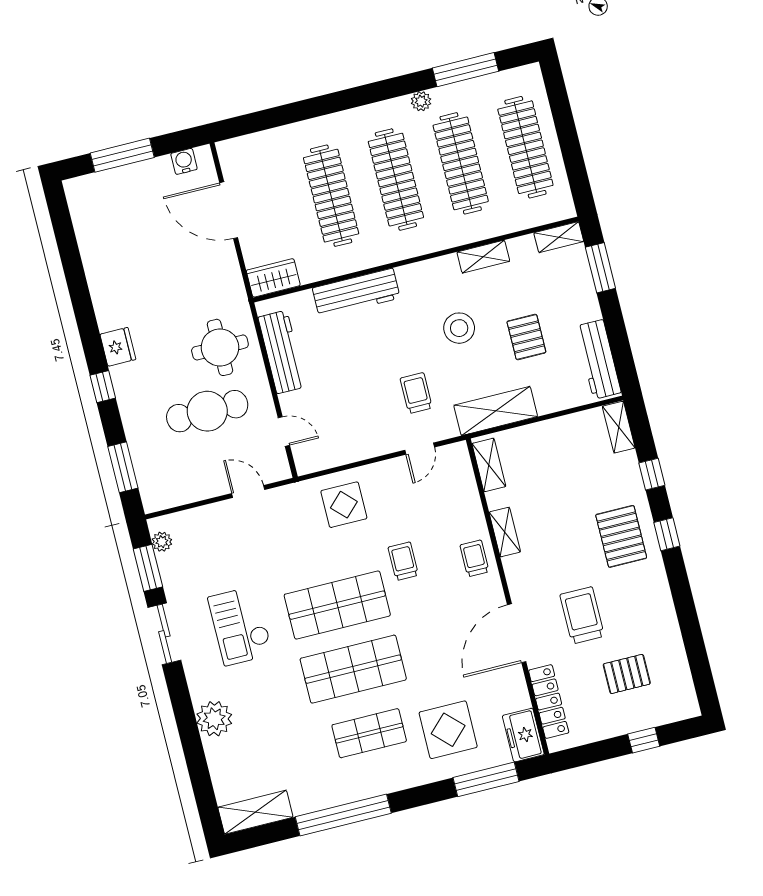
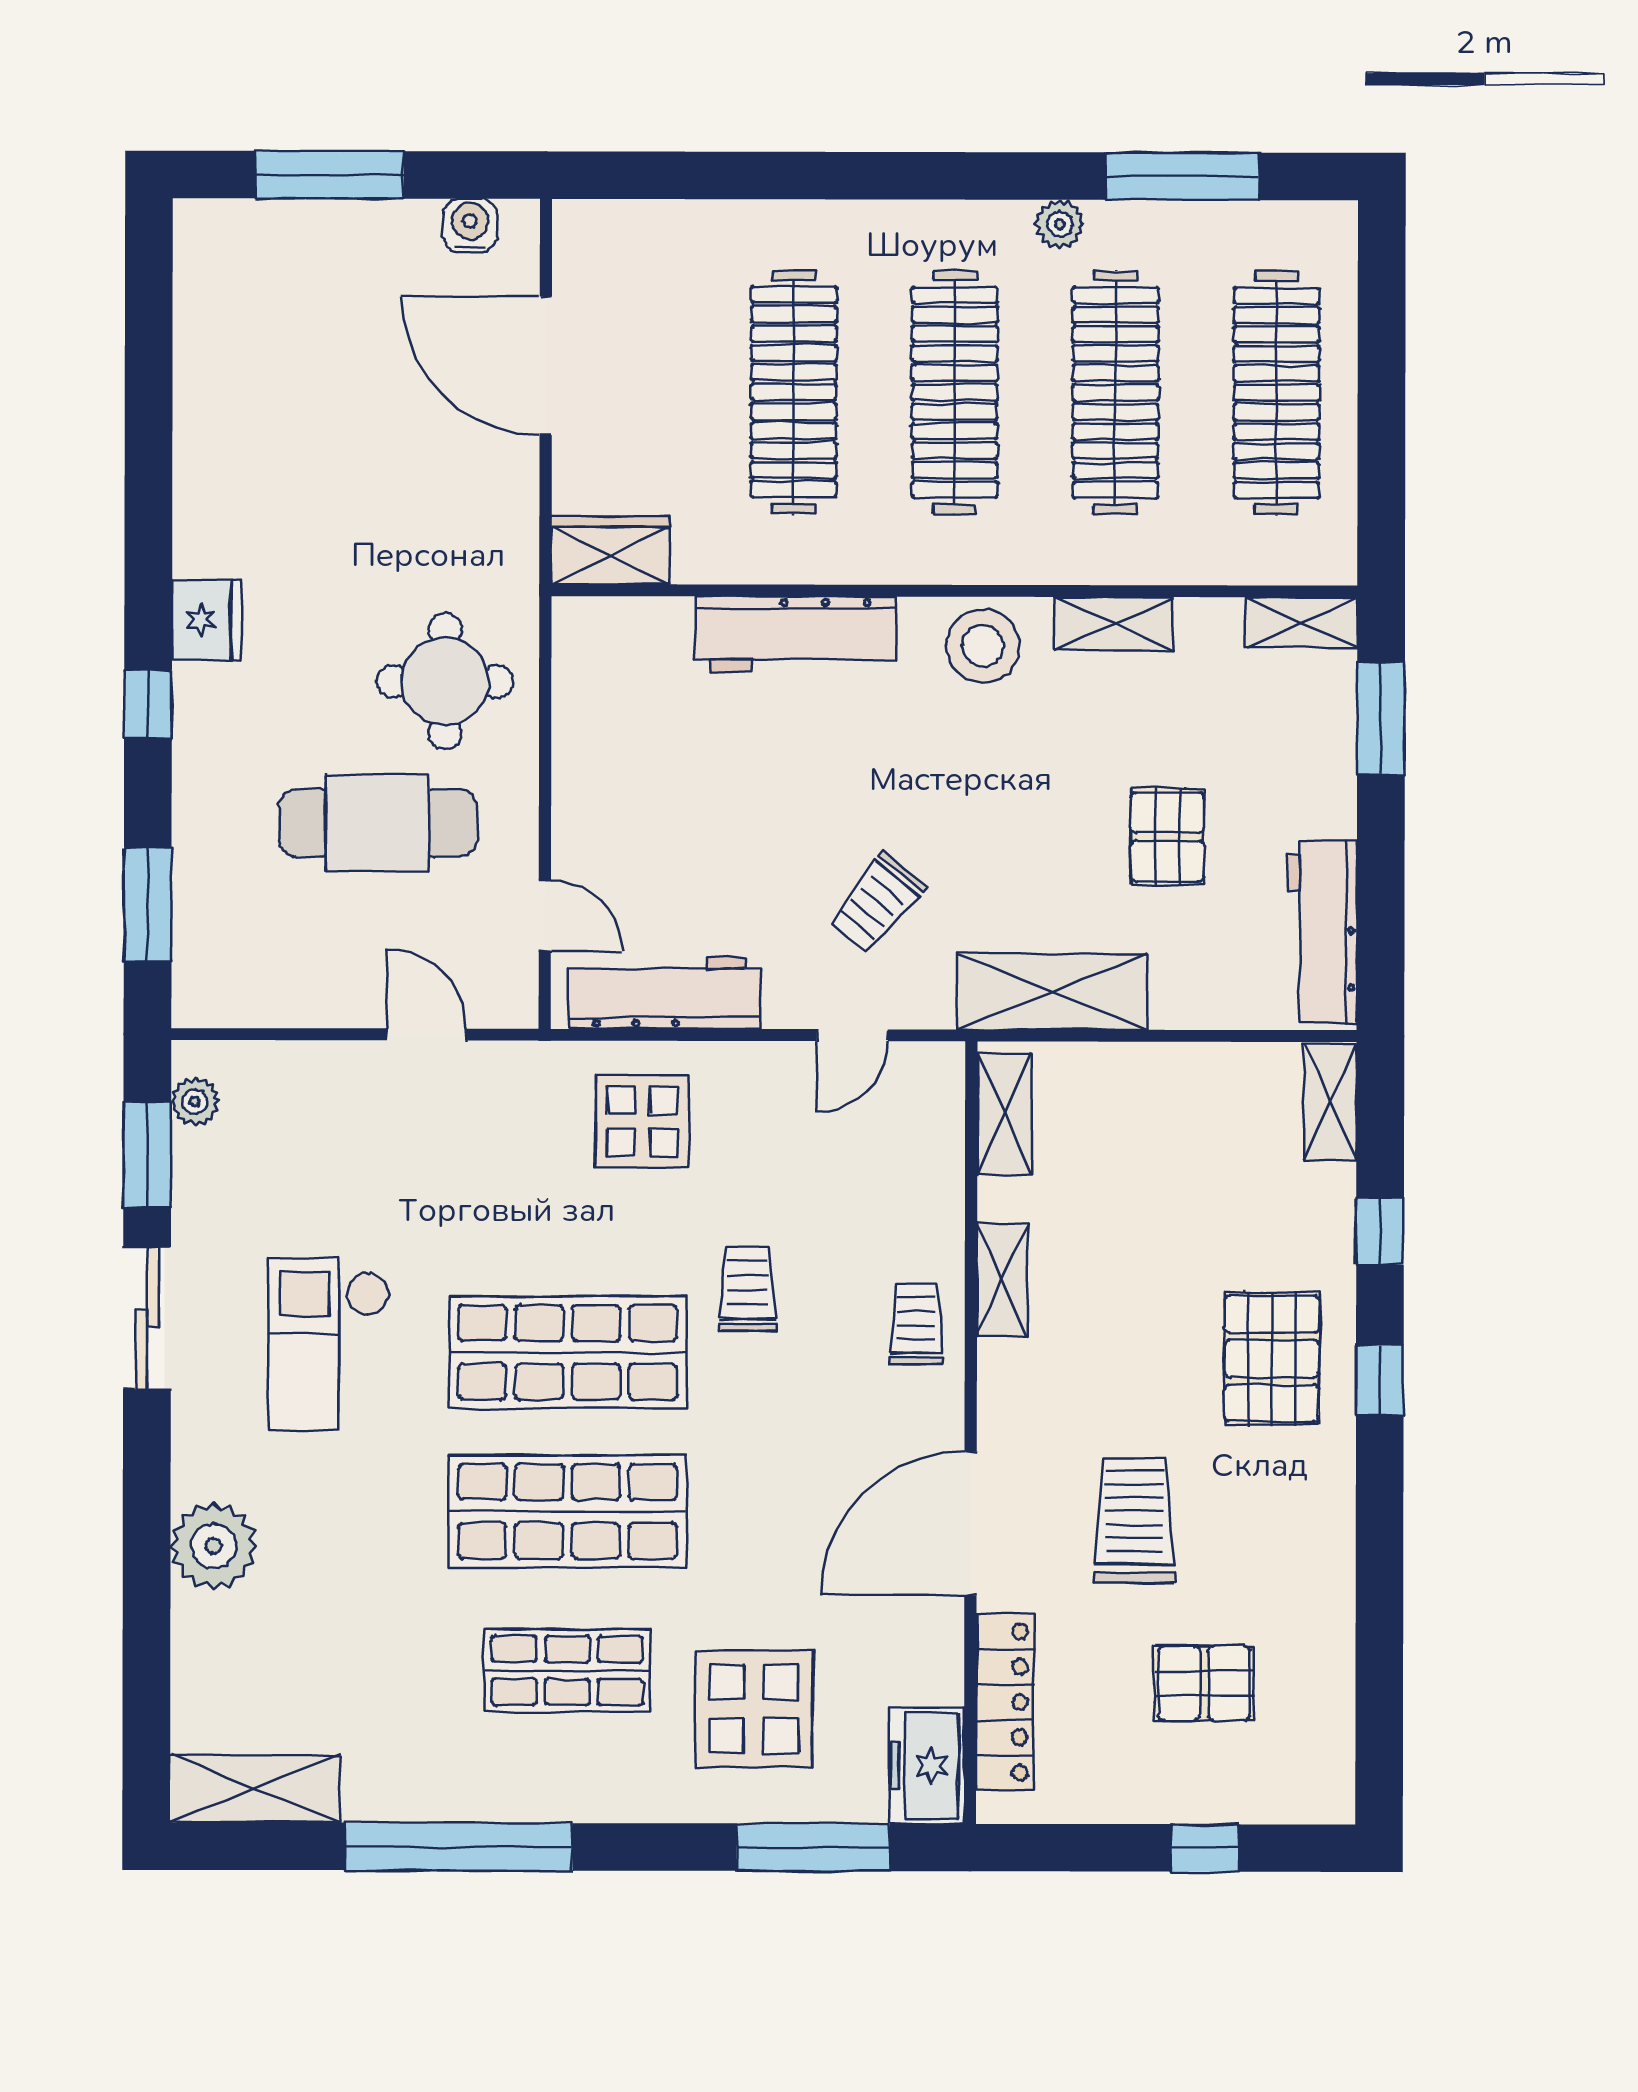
stool: (459, 328) -> (983, 646), moved
workbench: (282, 352) -> (665, 993), moved, turned -90
trolley: (416, 393) -> (877, 903), turned -140

